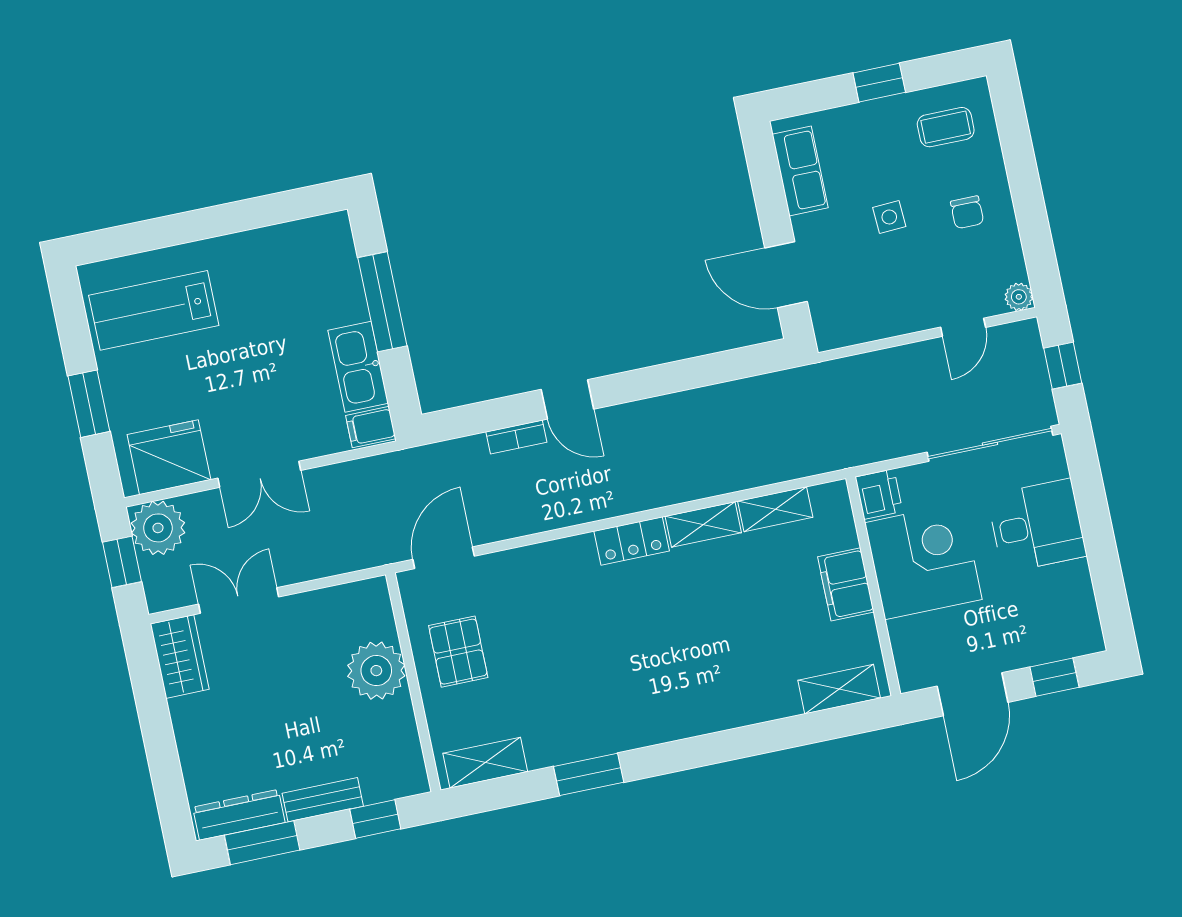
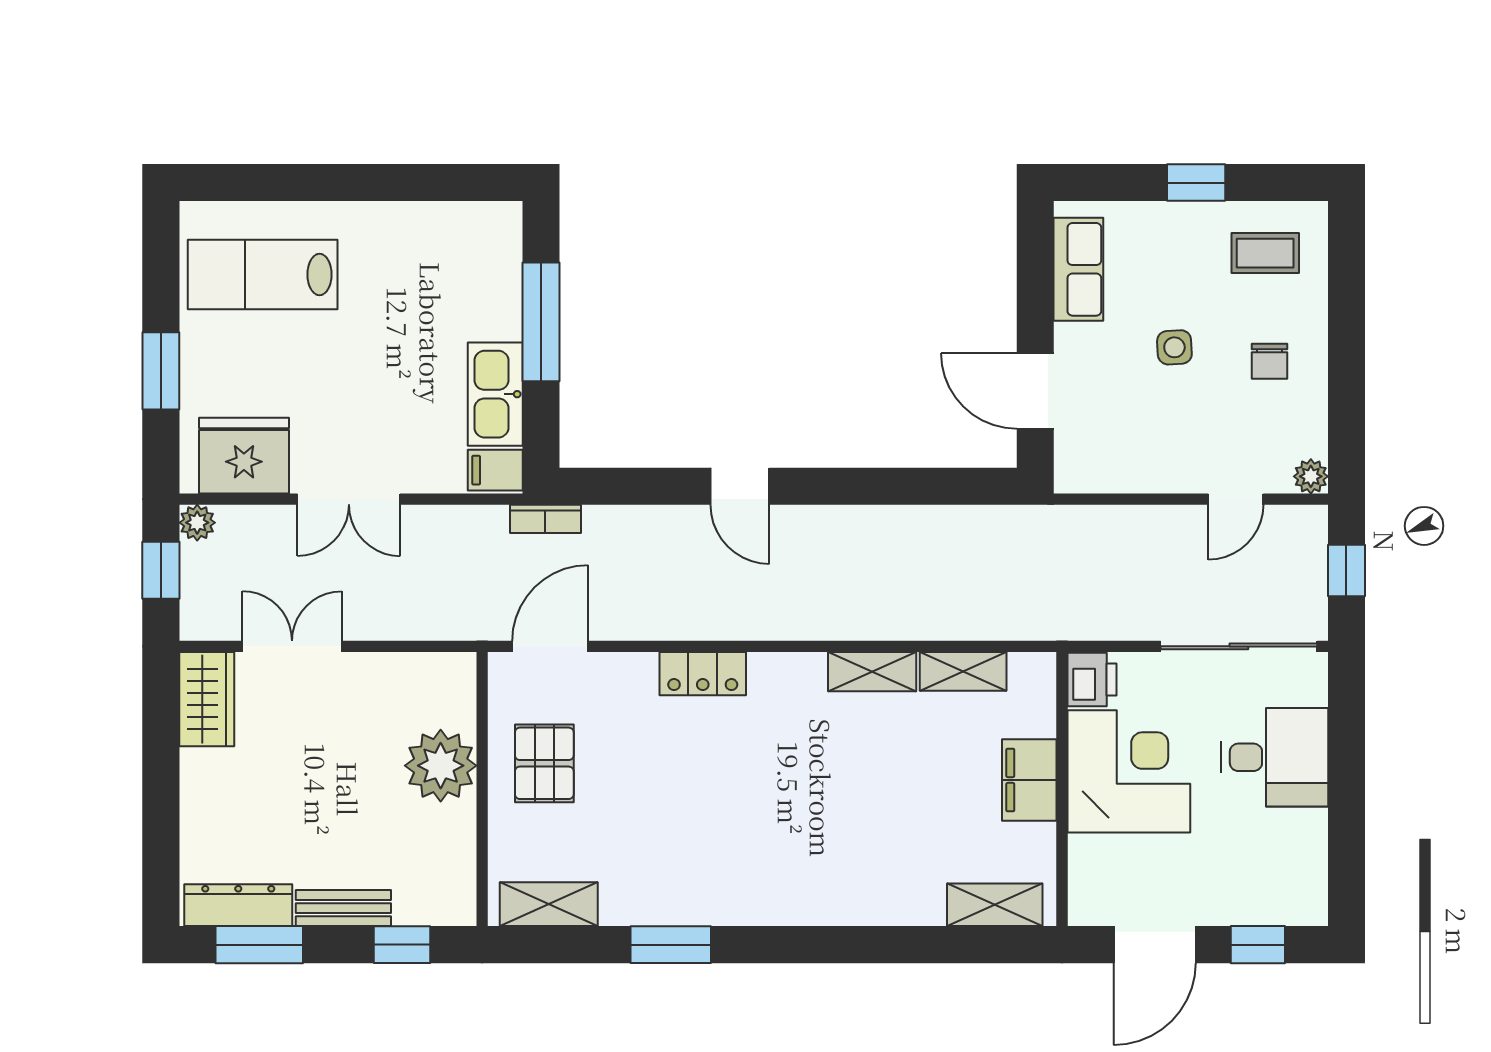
bookcase: (516, 437) -> (545, 519), moved
plant: (158, 528) -> (197, 523), width x0.53, depth x0.53
locker: (632, 541) -> (703, 674), moved

